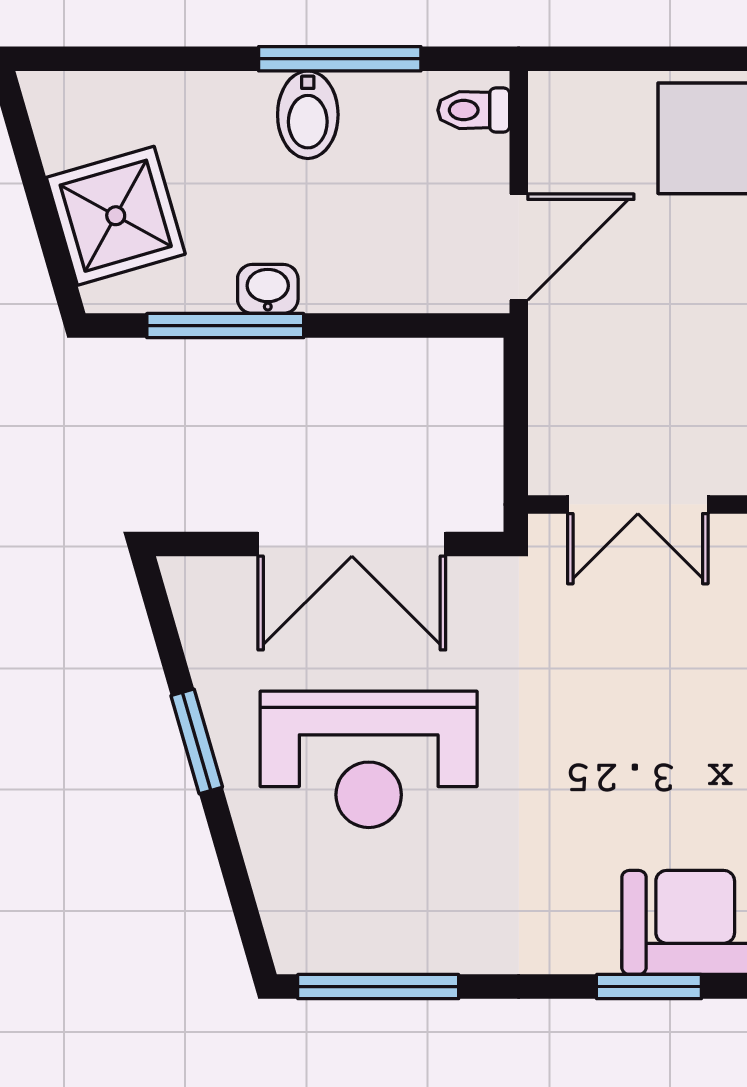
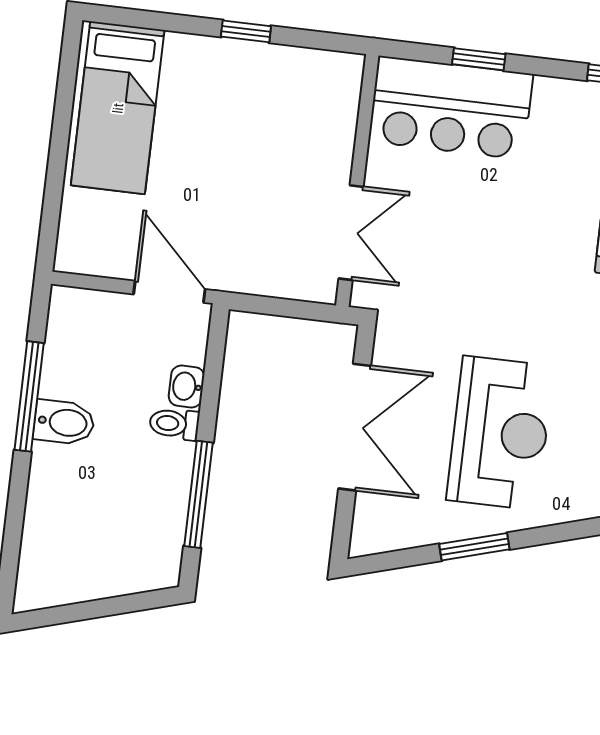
toilet: (474, 110) -> (174, 424), moved, turned 90
shower: (116, 216) -> (116, 559), removed
washbasin: (268, 289) -> (187, 386), moved

